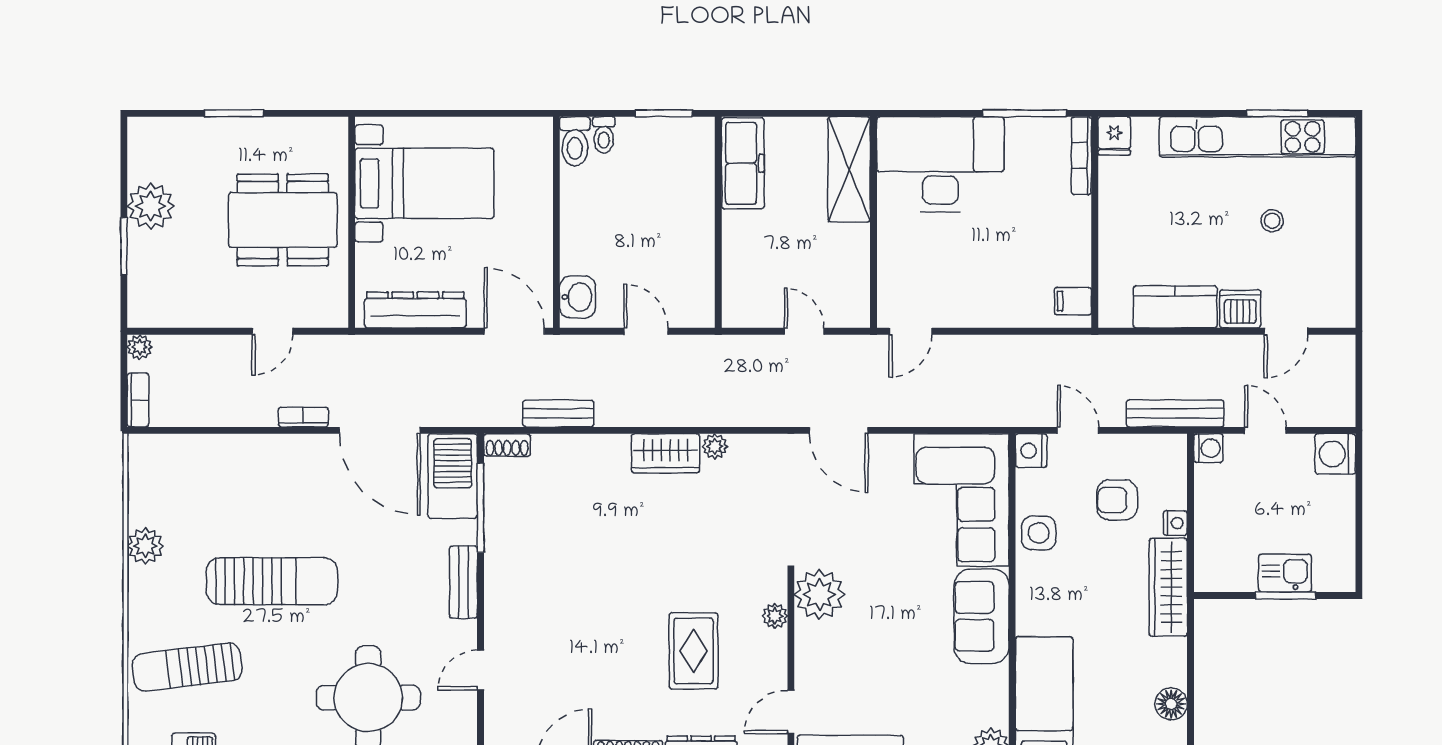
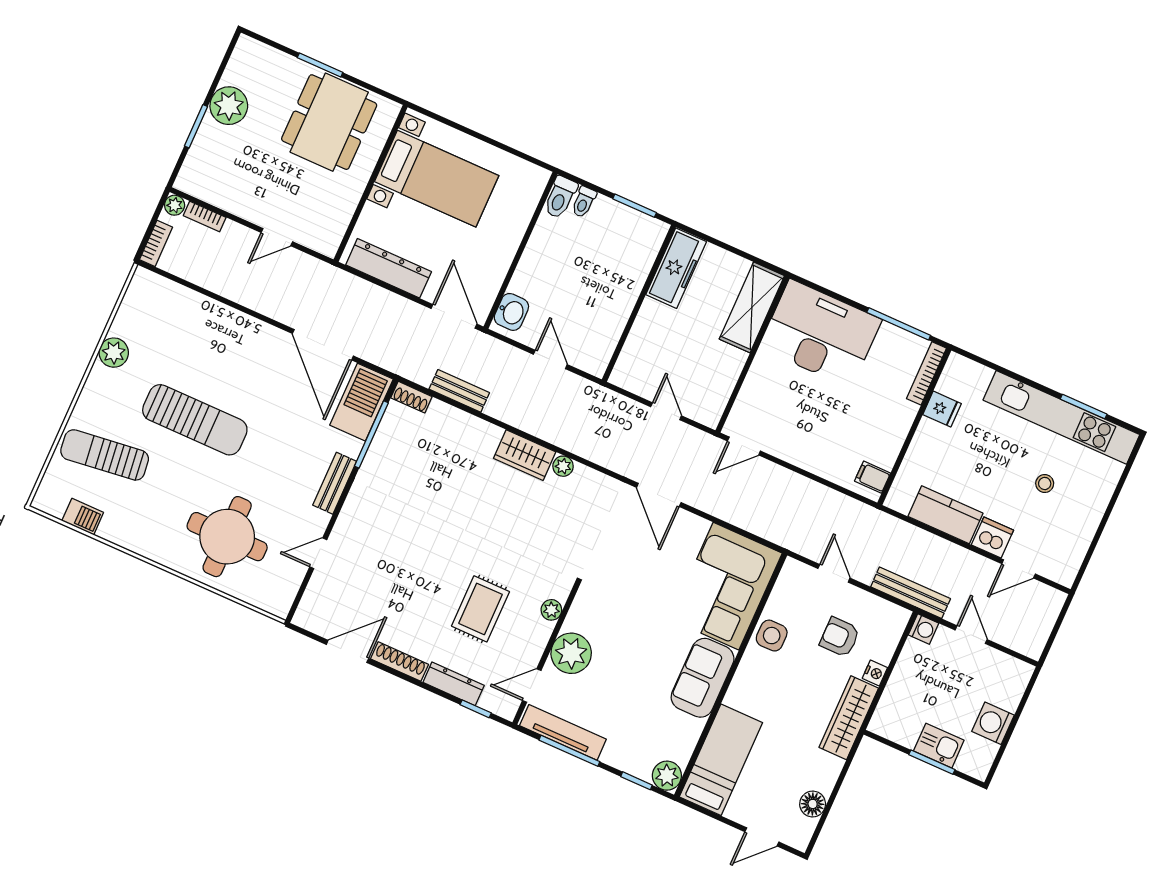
fridge: (1114, 136) -> (942, 409), moved, turned -90
dining table: (283, 220) -> (329, 122), moved, turned 90
bookcase: (303, 417) -> (205, 216), moved, turned 180
nightstand: (1031, 451) -> (793, 573), removed
washing machine: (1335, 454) -> (993, 723), moved
plant: (819, 594) -> (571, 653), moved

